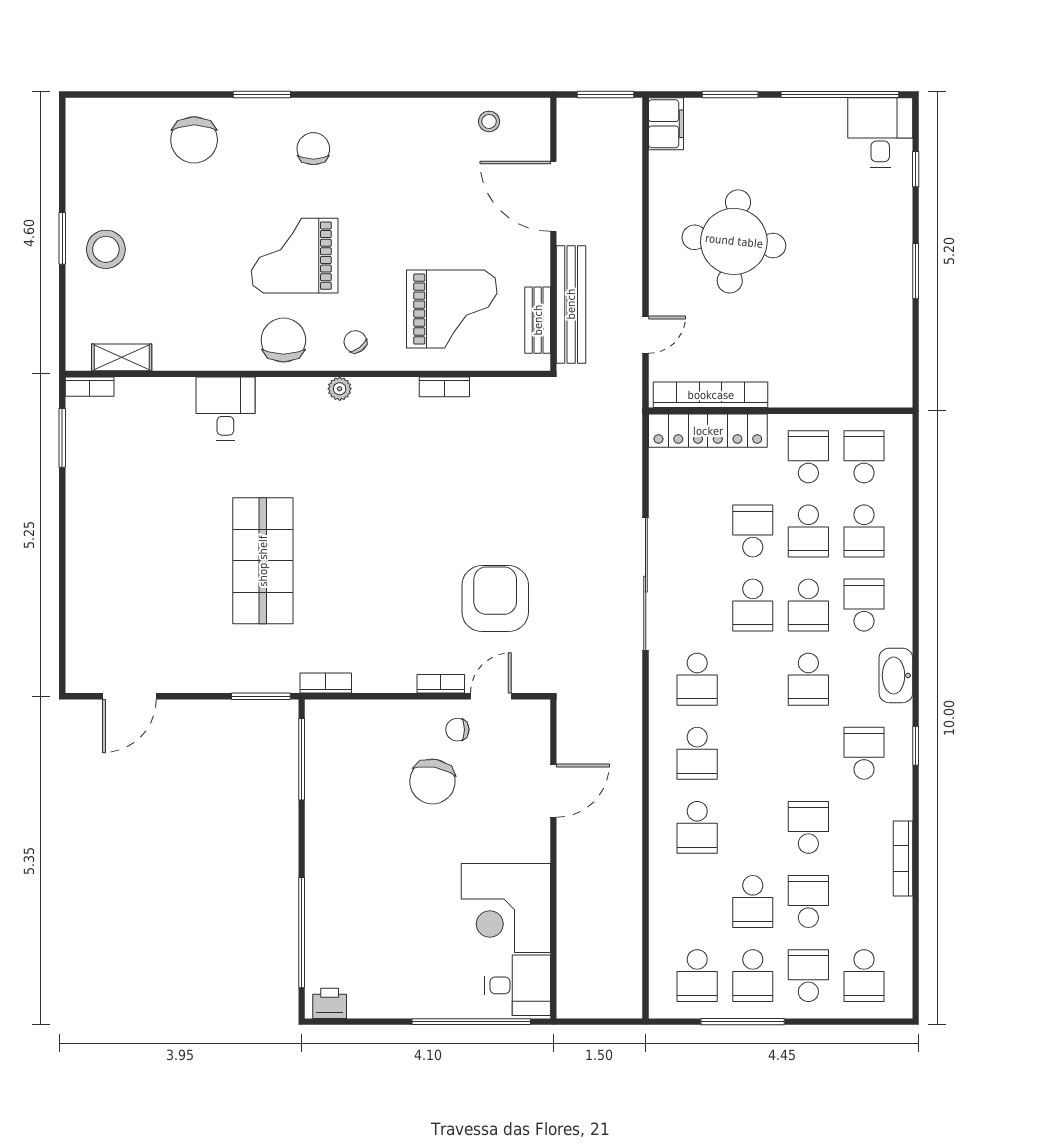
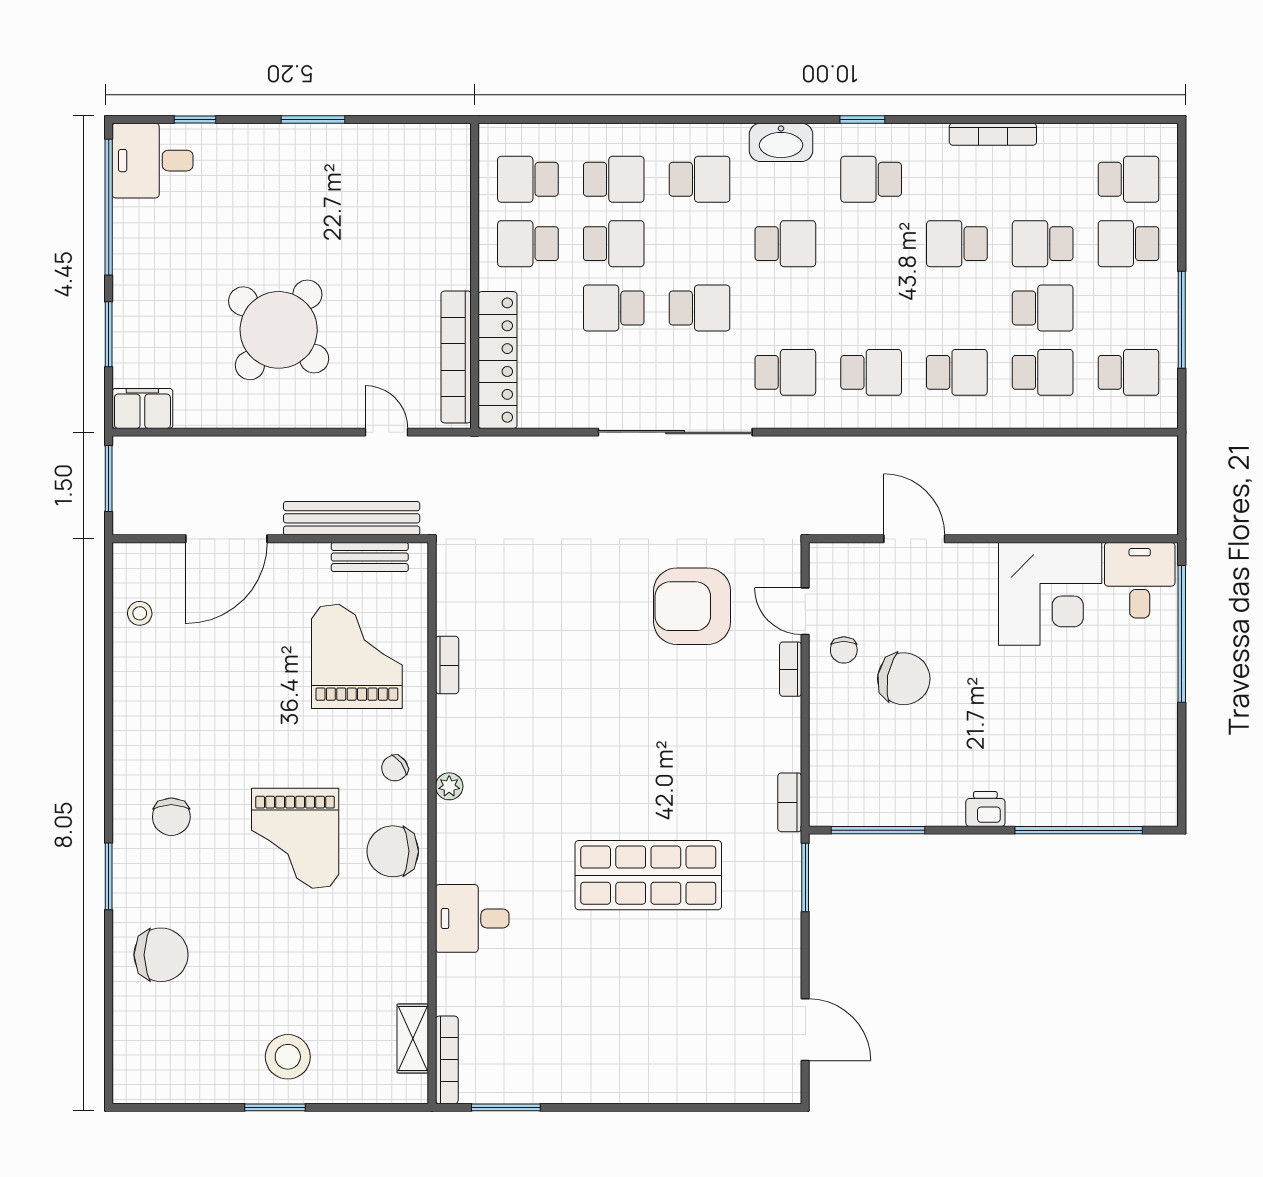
chair: (313, 149) -> (171, 817), turned -90
round table: (734, 241) -> (279, 330), turned 33
bookcase: (90, 387) -> (447, 1060), width x1.56
school desk: (808, 605) -> (700, 244), removed
school desk: (864, 605) -> (700, 179), turned 180
school desk: (753, 976) -> (1043, 372), moved
printer: (330, 1003) -> (985, 809), moved, turned 90

